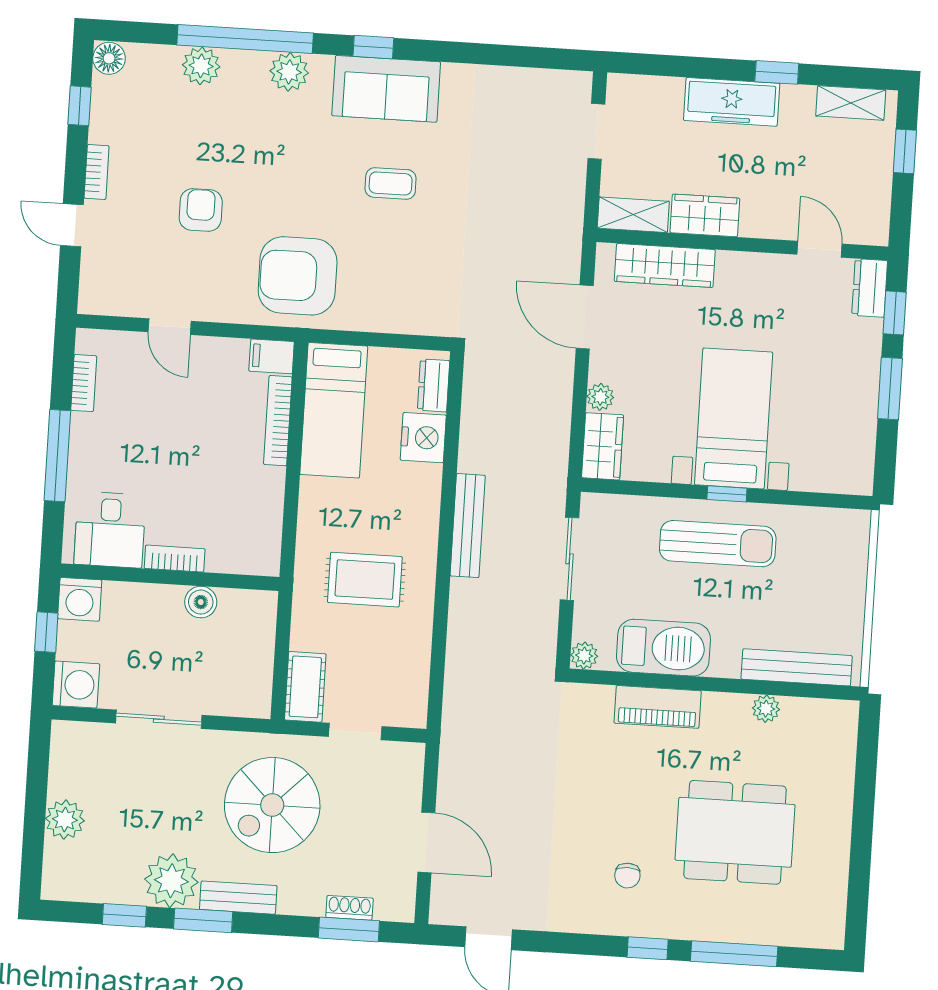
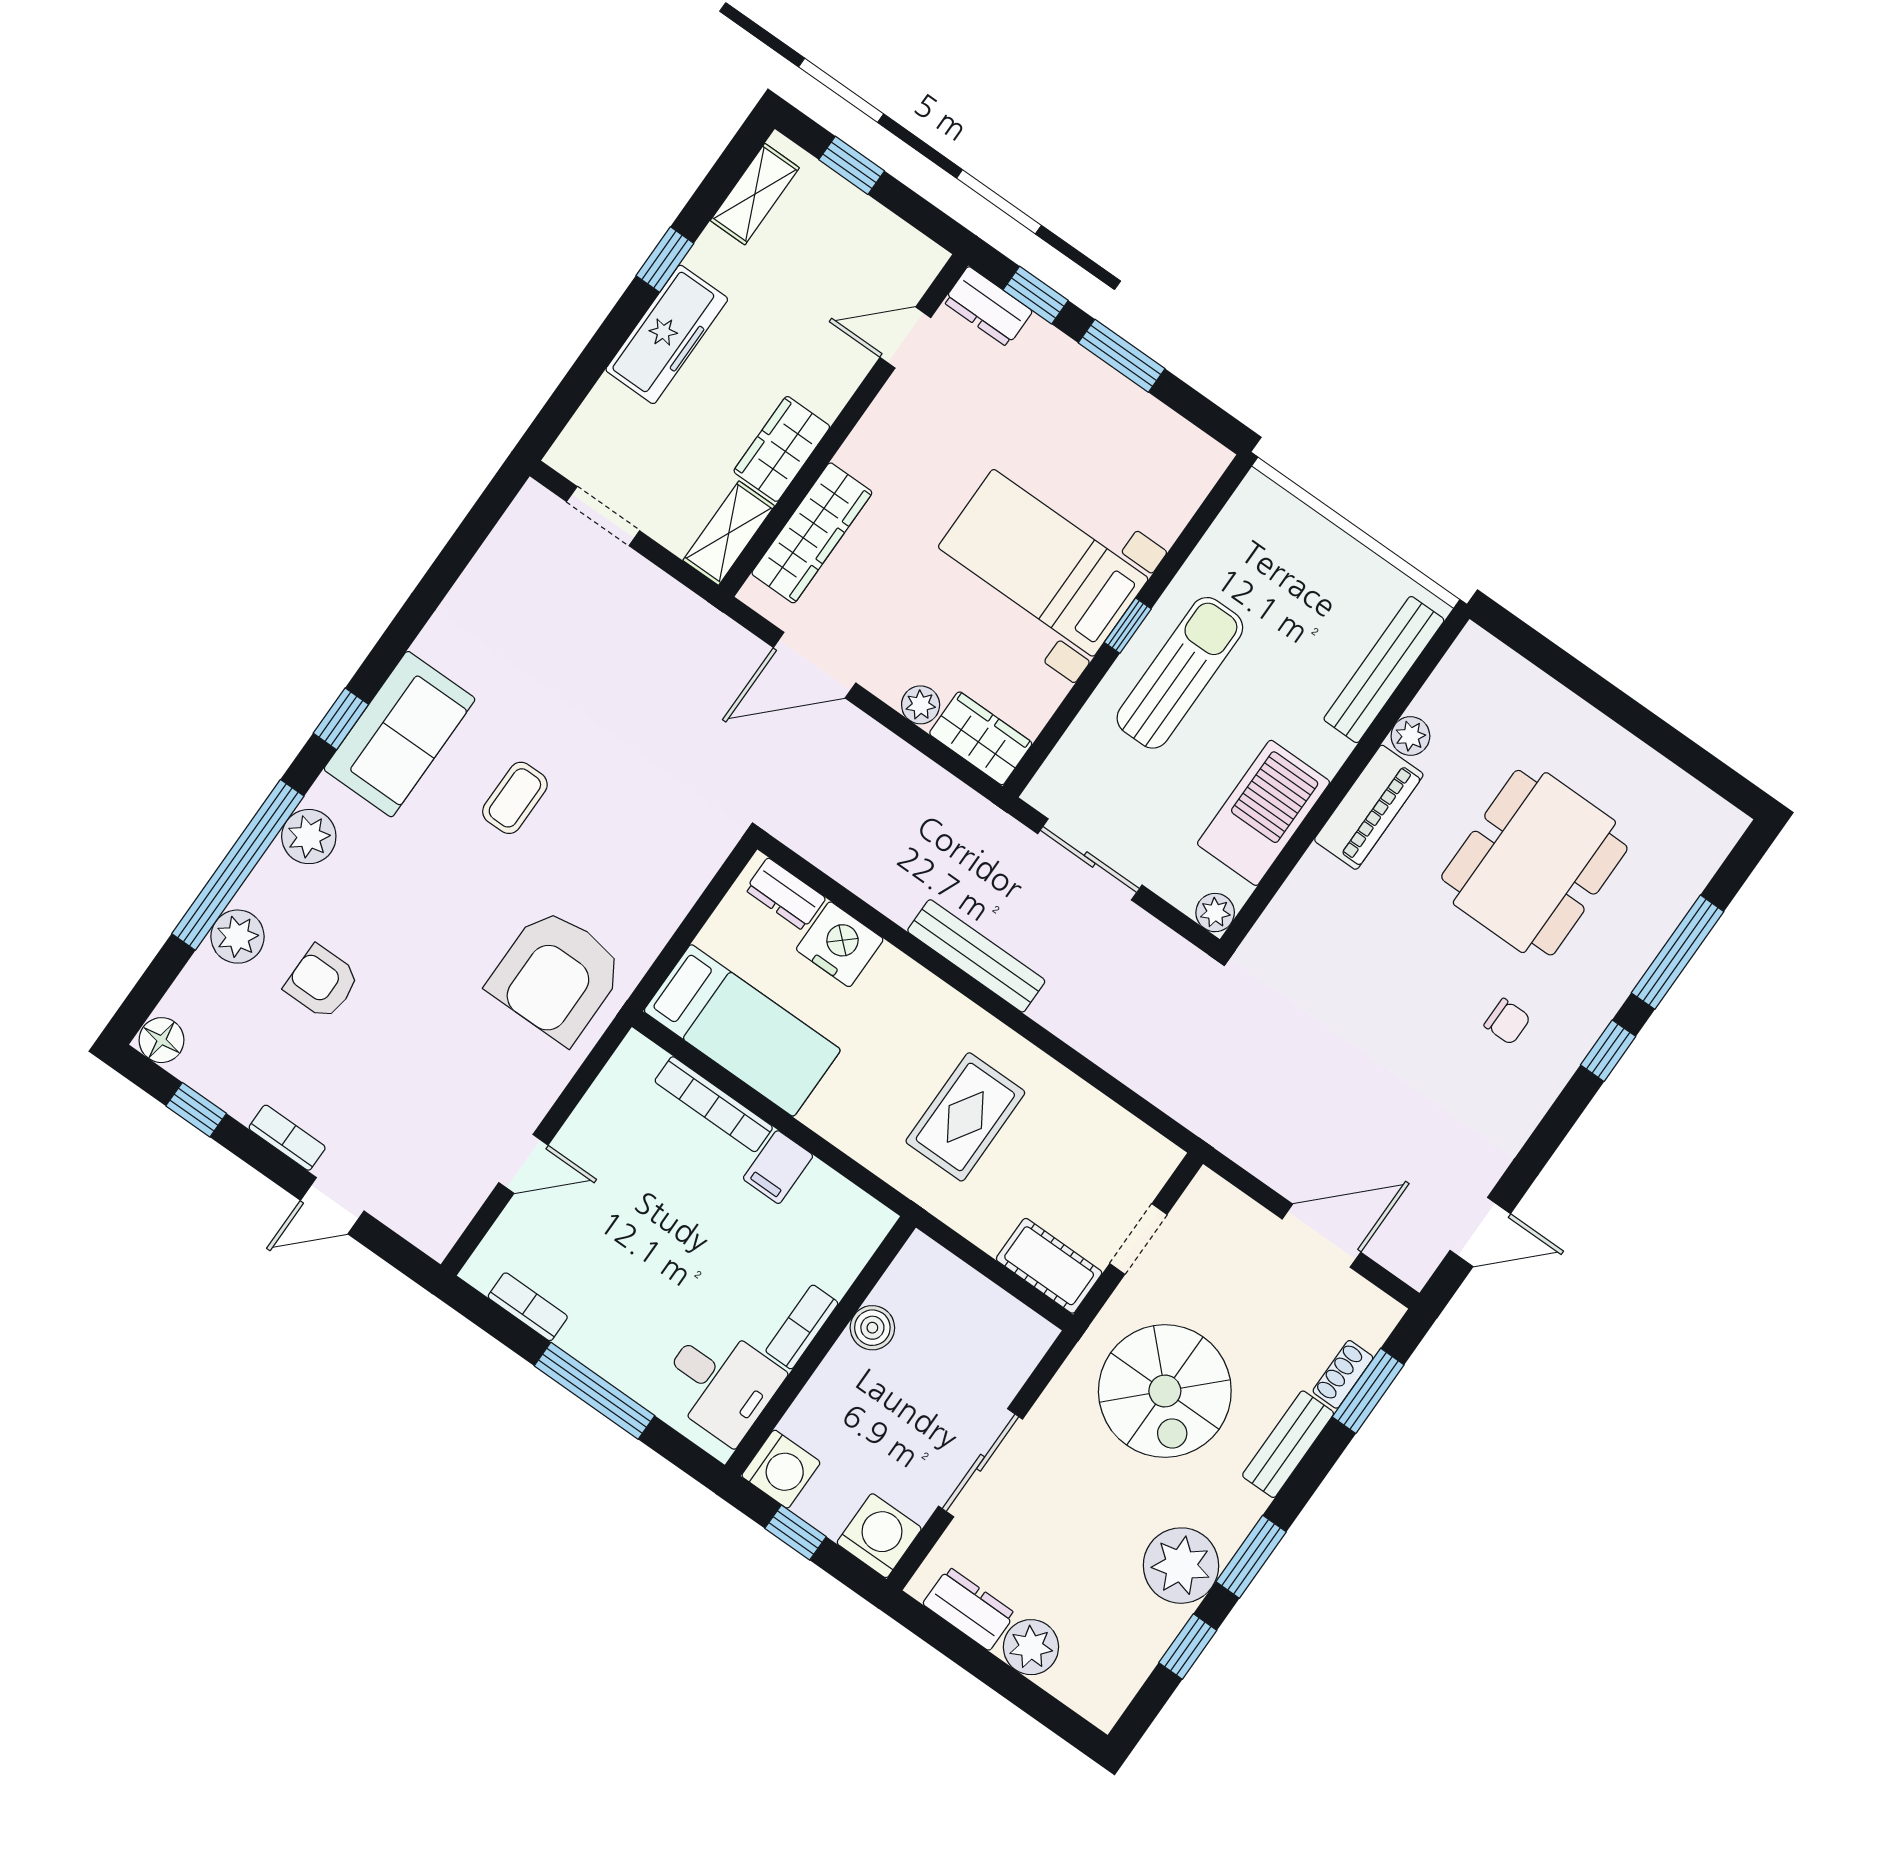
armchair: (201, 210) -> (322, 982), moved
filing cabinet: (272, 356) -> (778, 1167), moved
piano: (658, 707) -> (1369, 807), moved
dresser: (65, 767) -> (969, 1609), added
bench: (238, 898) -> (1288, 1444), moved

